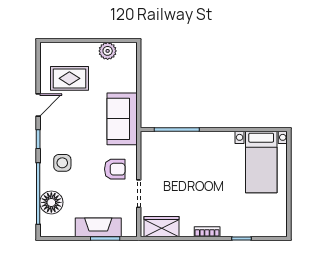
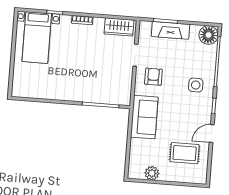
bed with nightstands: (261, 162) -> (37, 38), moved, turned 180
armchair: (115, 169) -> (153, 77), turned 90
floor lamp: (51, 202) -> (208, 35), moved

